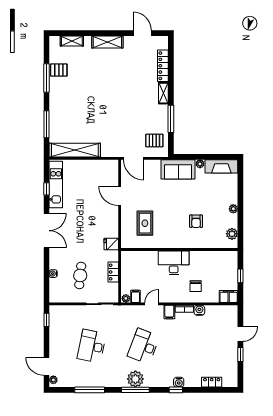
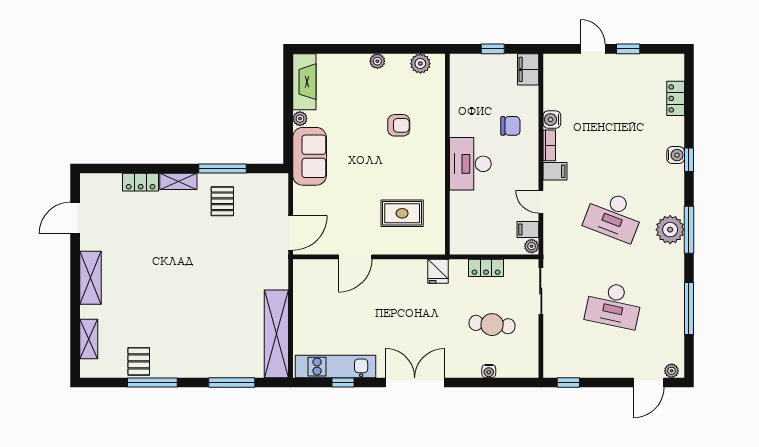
locker: (163, 66) -> (141, 182), width x0.66
pallet: (154, 140) -> (222, 201), moved

